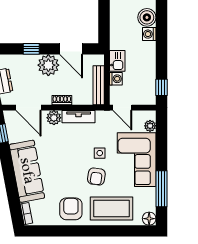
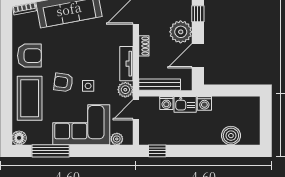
washing machine: (149, 34) -> (204, 103), moved, turned 180
plant: (54, 118) -> (125, 90), moved

